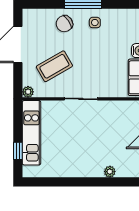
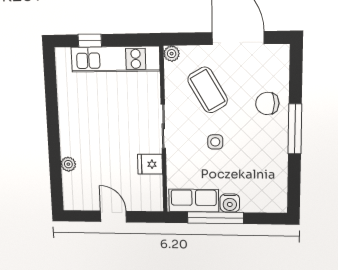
side table: (95, 23) -> (215, 142), moved
chair: (64, 24) -> (267, 103), turned -56
fridge: (109, 110) -> (150, 164), added

